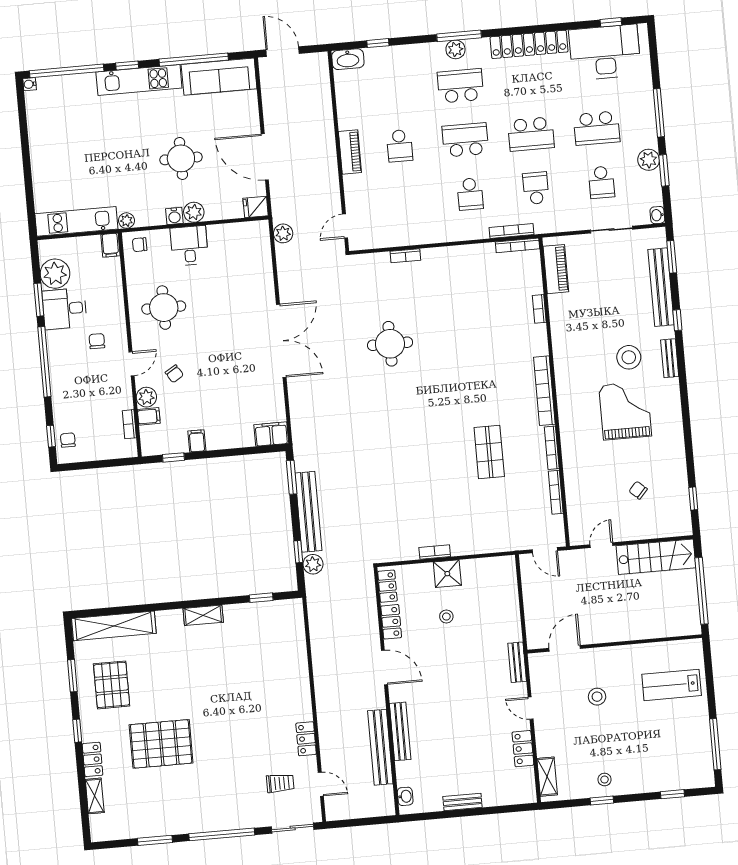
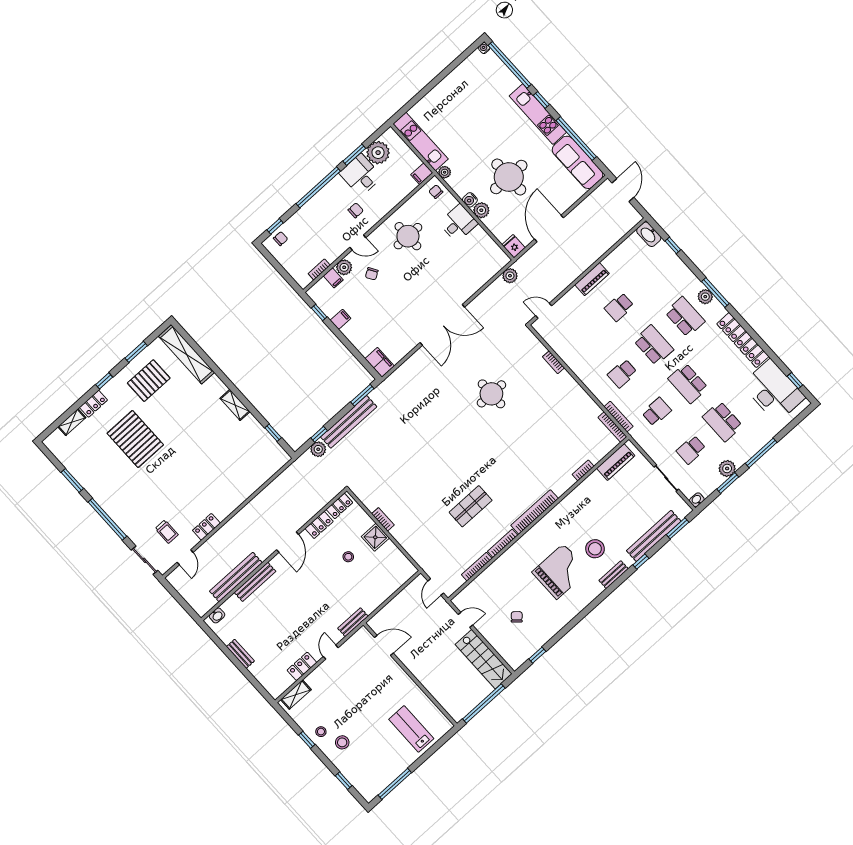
round table: (181, 158) -> (509, 177), width x1.36, depth x1.36
stool: (597, 697) -> (342, 742), moved

